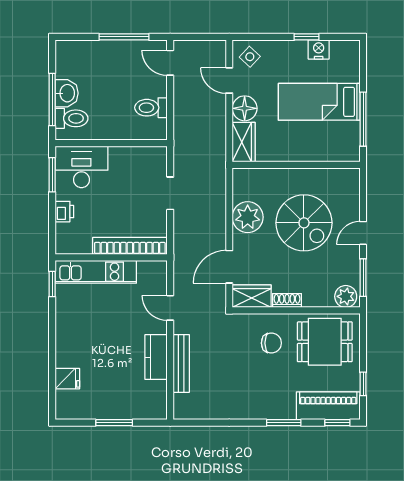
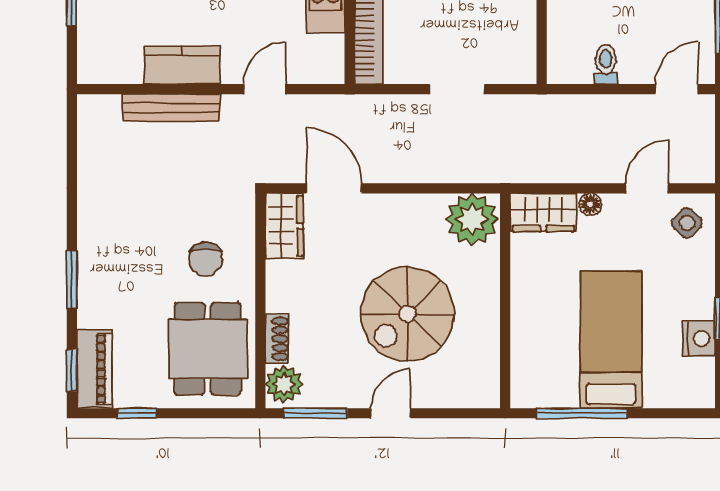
toilet: (151, 108) -> (606, 64), width x0.73, depth x0.72
floor lamp: (245, 108) -> (590, 204), width x0.53, depth x0.53
plant: (248, 217) -> (472, 219), moved
door: (363, 233) -> (391, 413), hinge flipped
shoe rack: (287, 301) -> (277, 339), moved
piano: (328, 406) -> (94, 369), width x0.73, depth x0.75

